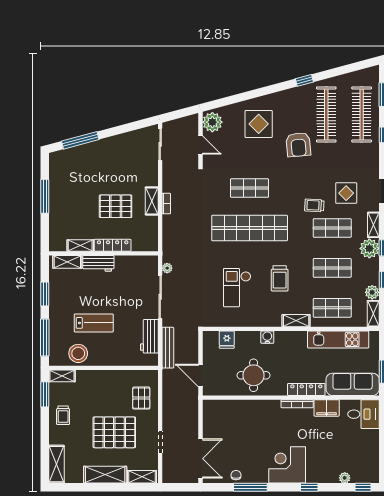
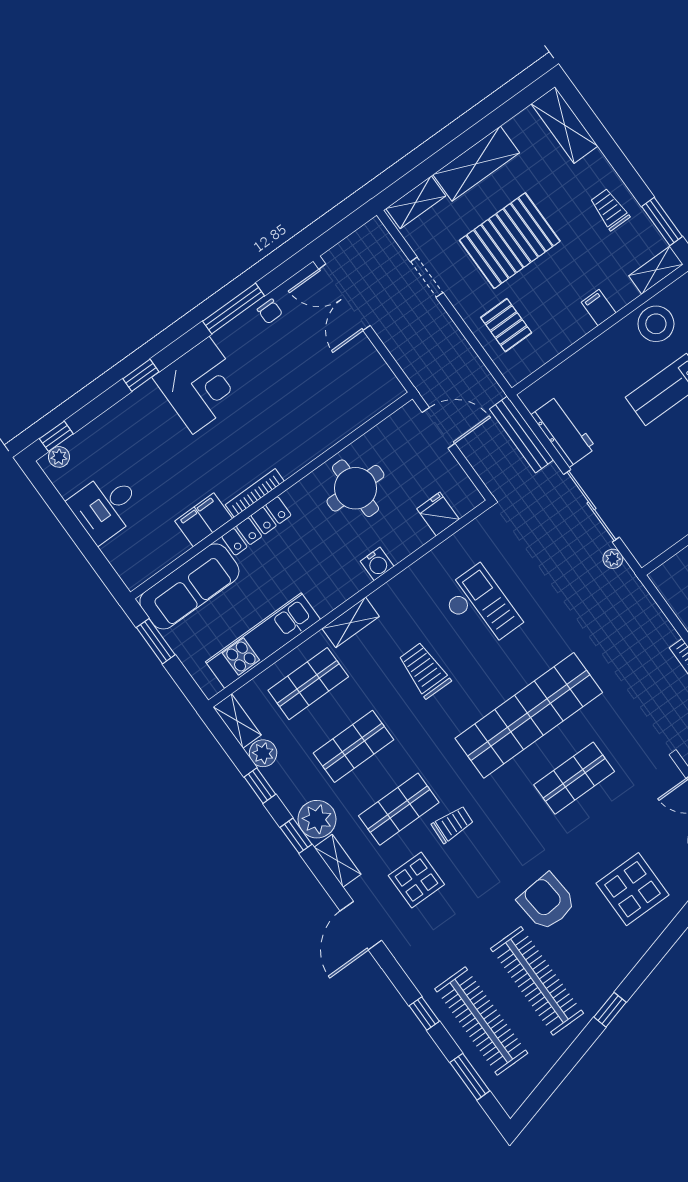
filing cabinet: (97, 378) -> (599, 308), added
desk: (364, 414) -> (106, 507), moved
plant: (345, 478) -> (59, 457), moved

